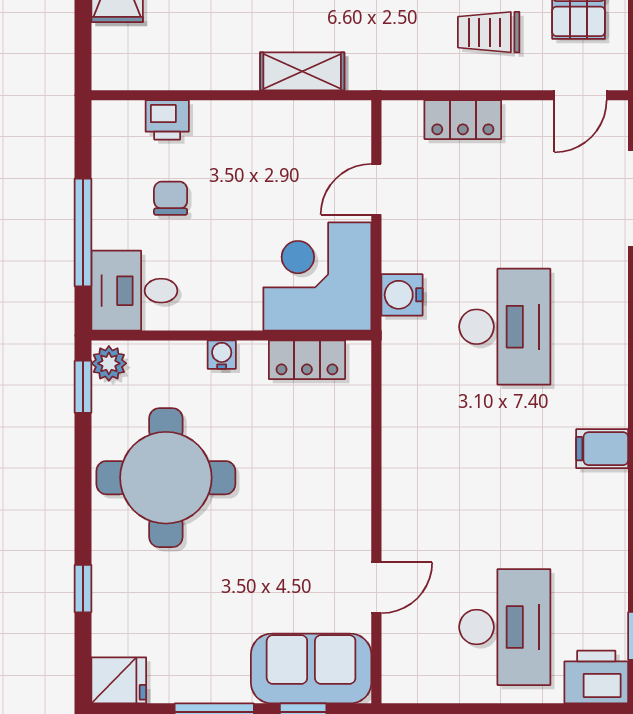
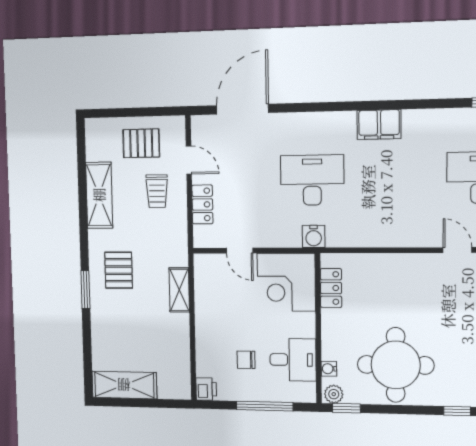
door: (581, 95) -> (189, 160), moved
printer: (167, 120) -> (206, 389), moved
desk: (134, 291) -> (293, 360), moved, turned -90
water cooler: (402, 295) -> (314, 236), moved
water cooler: (222, 355) -> (329, 369), moved
filing cabinet: (602, 449) -> (379, 125), width x2.00

